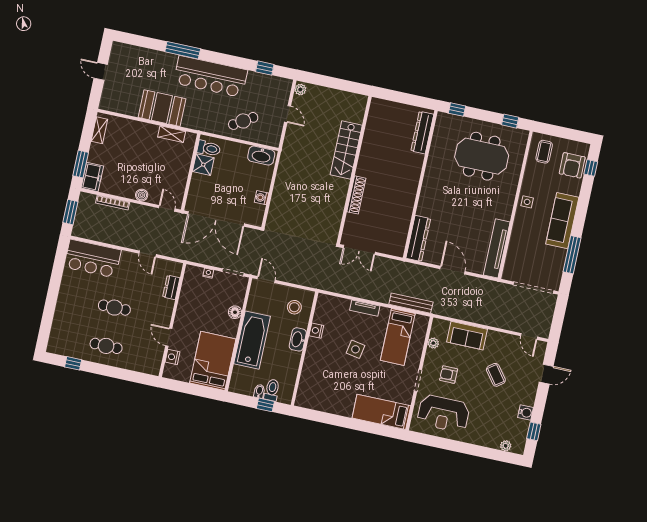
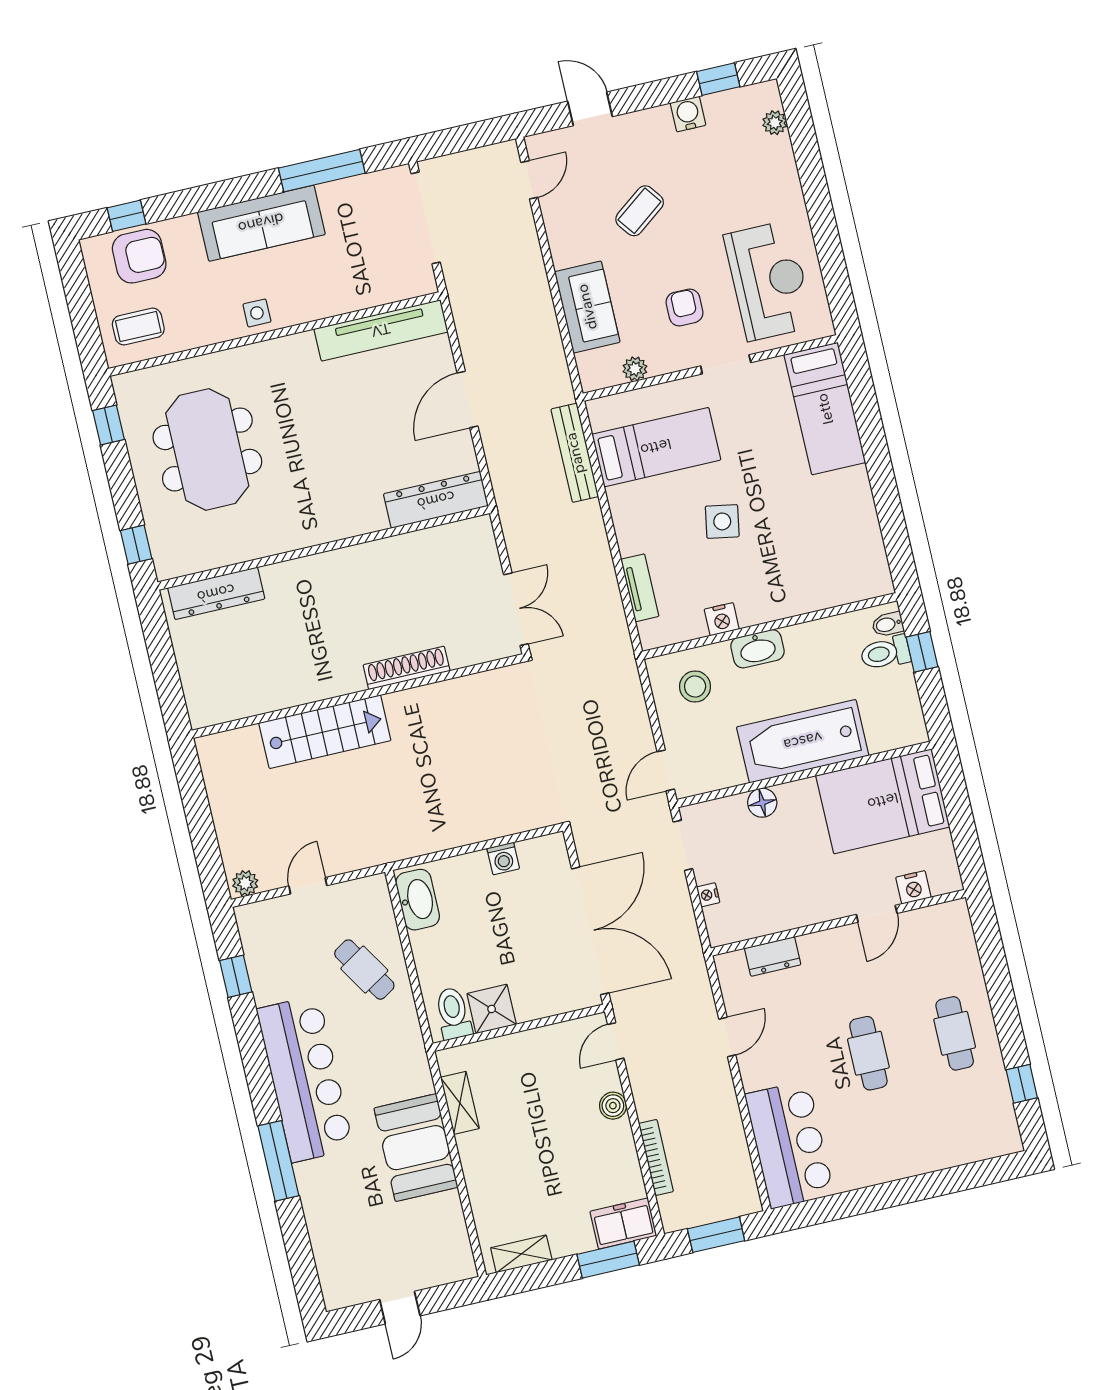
tv unit: (365, 308) -> (640, 588), moved
armchair: (449, 375) -> (684, 307), turned 180
bidet: (259, 391) -> (888, 624), moved

